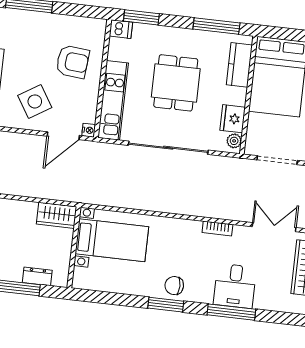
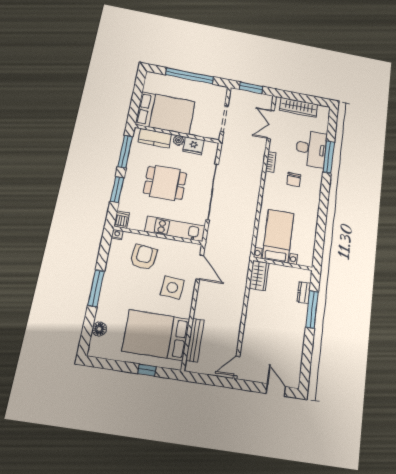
window: (141, 17) -> (117, 190), moved
side table: (35, 101) -> (172, 288), turned 37
nightstand: (89, 130) -> (117, 234), moved
plant: (234, 141) -> (178, 140), moved
chair: (174, 286) -> (294, 180), moved
desk: (235, 286) -> (311, 149), width x1.37
window: (166, 305) -> (324, 201), removed

